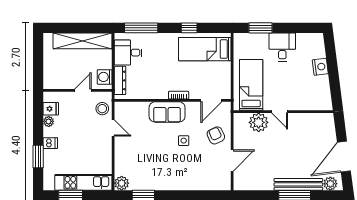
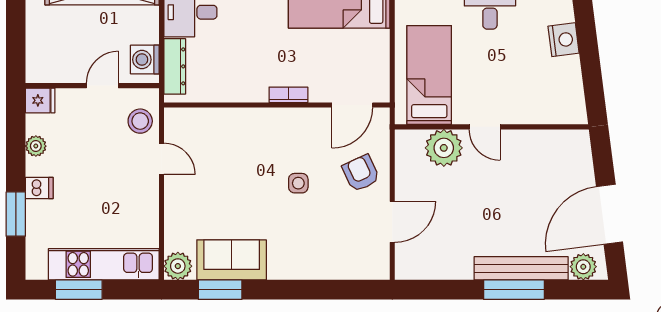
fridge: (51, 109) -> (40, 100), moved
sofa: (167, 112) -> (232, 260), moved, turned 180

